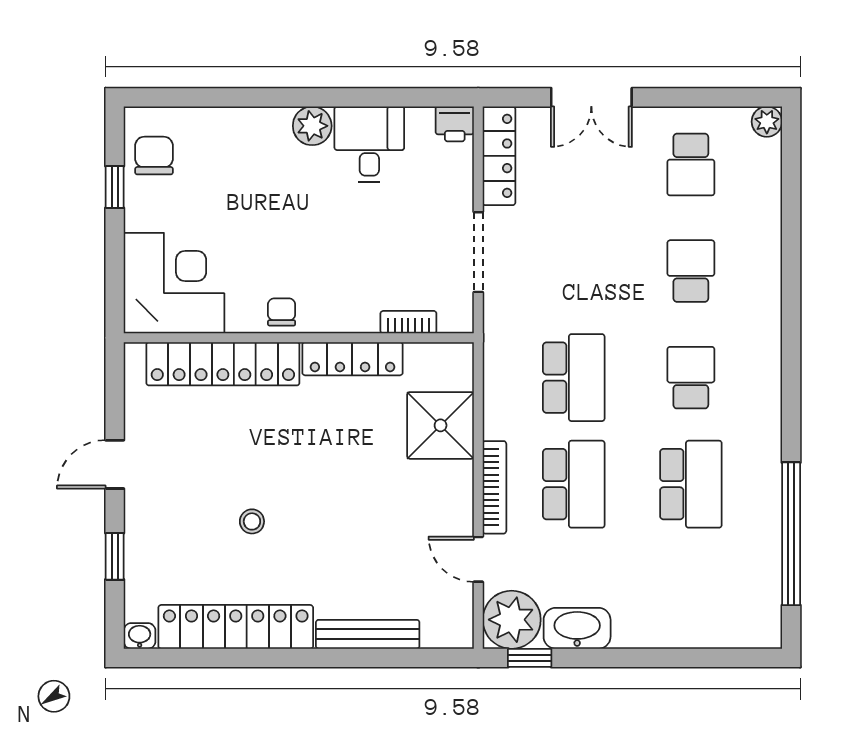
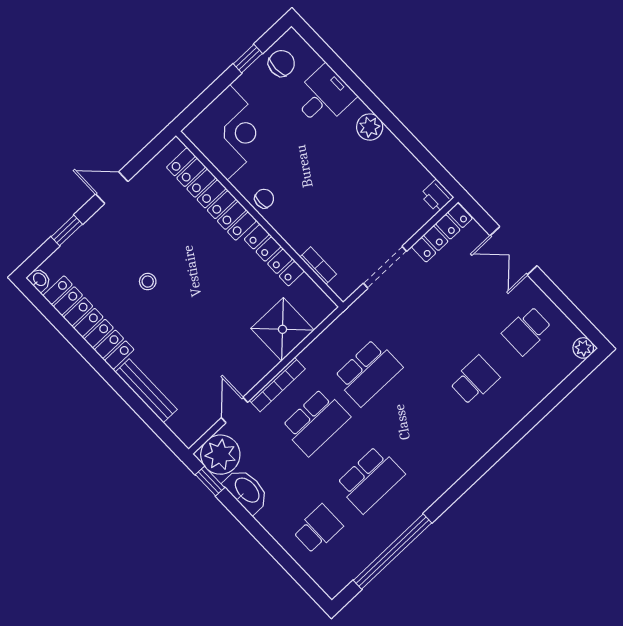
desk: (369, 144) -> (324, 96), moved
school desk: (691, 378) -> (318, 529), moved

